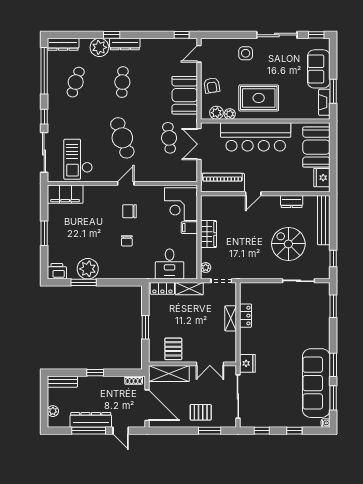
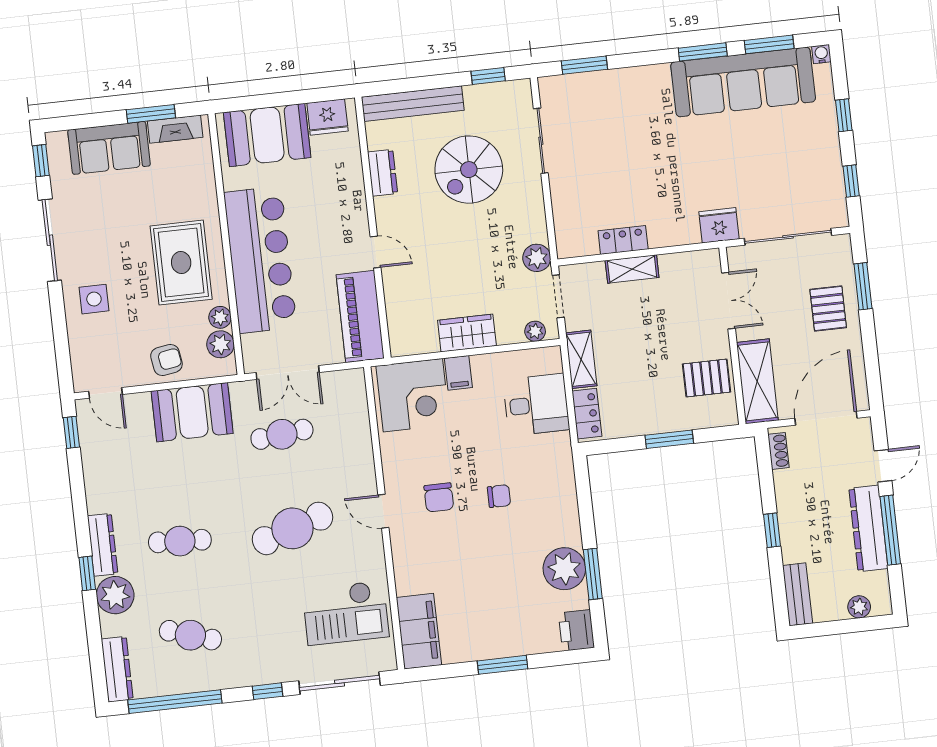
plant: (241, 272) -> (537, 258), added

